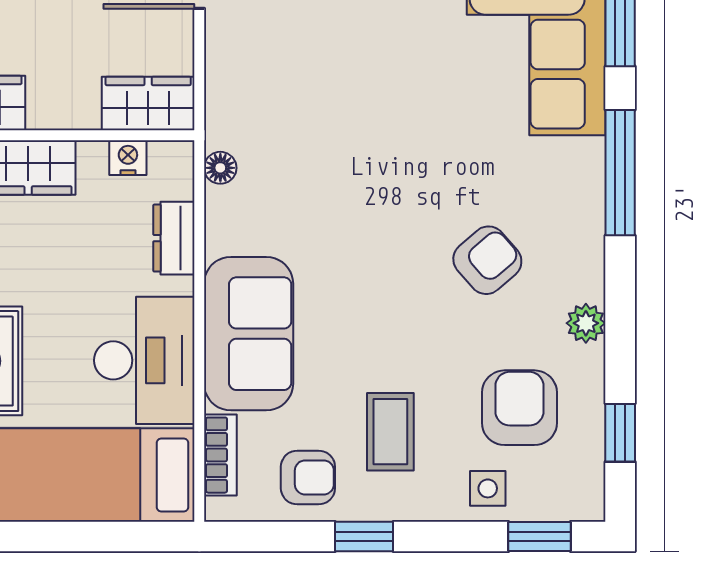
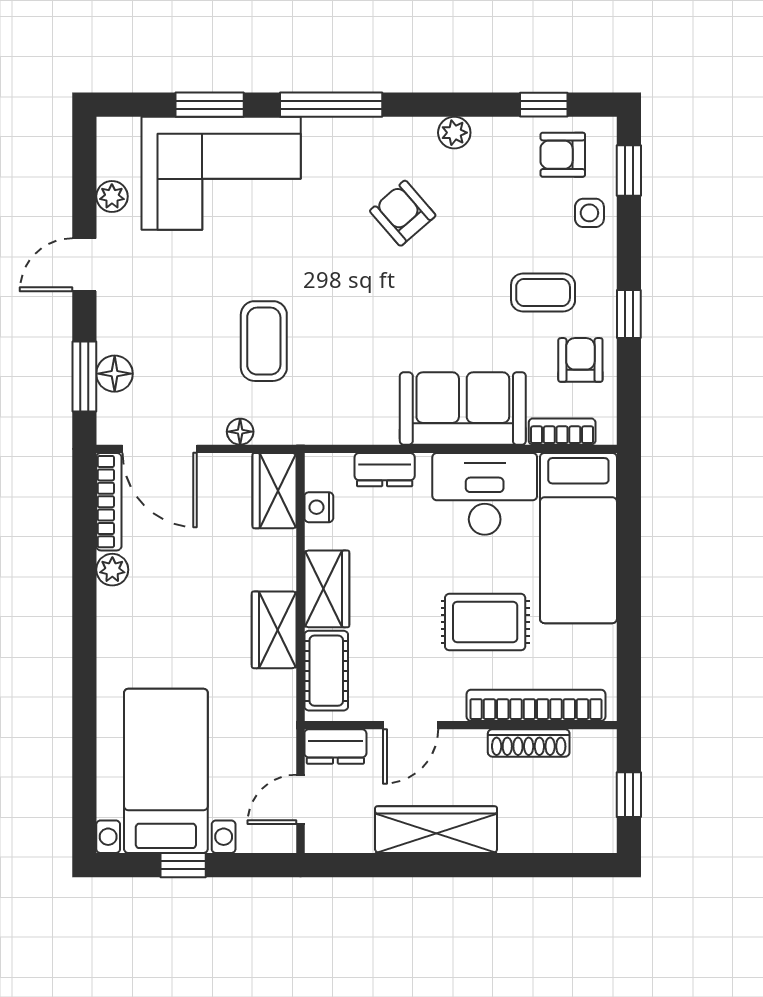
coffee table: (331, 90) -> (264, 341), added
floor lamp: (220, 168) -> (240, 432), moved
armchair: (519, 408) -> (563, 155), moved, width x0.72, depth x0.72

